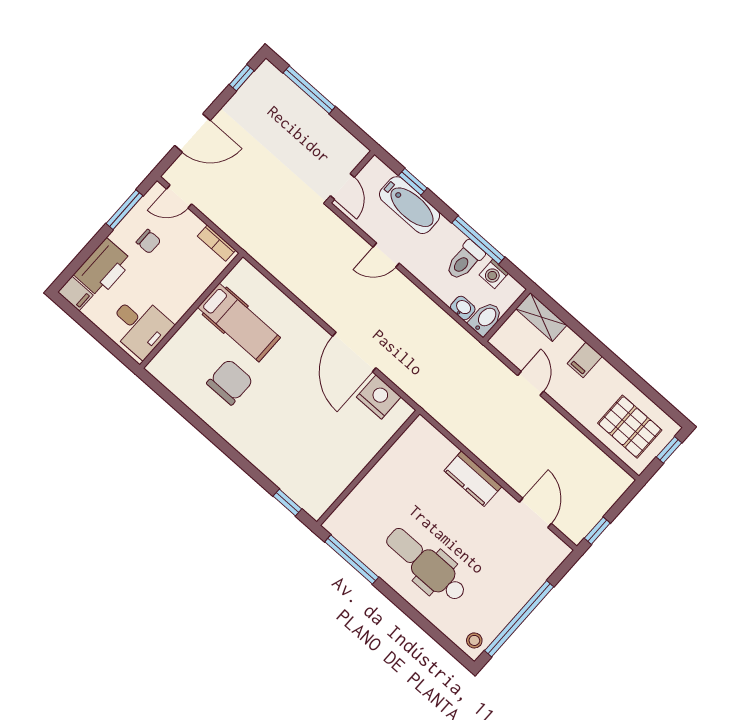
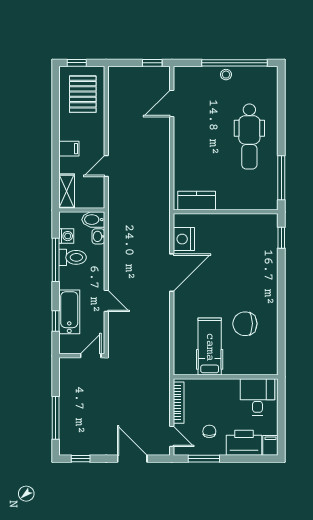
bookcase: (217, 243) -> (179, 403), width x1.56
kitchen counter: (473, 479) -> (197, 201), moved, turned -90
stool: (474, 640) -> (226, 75), moved

